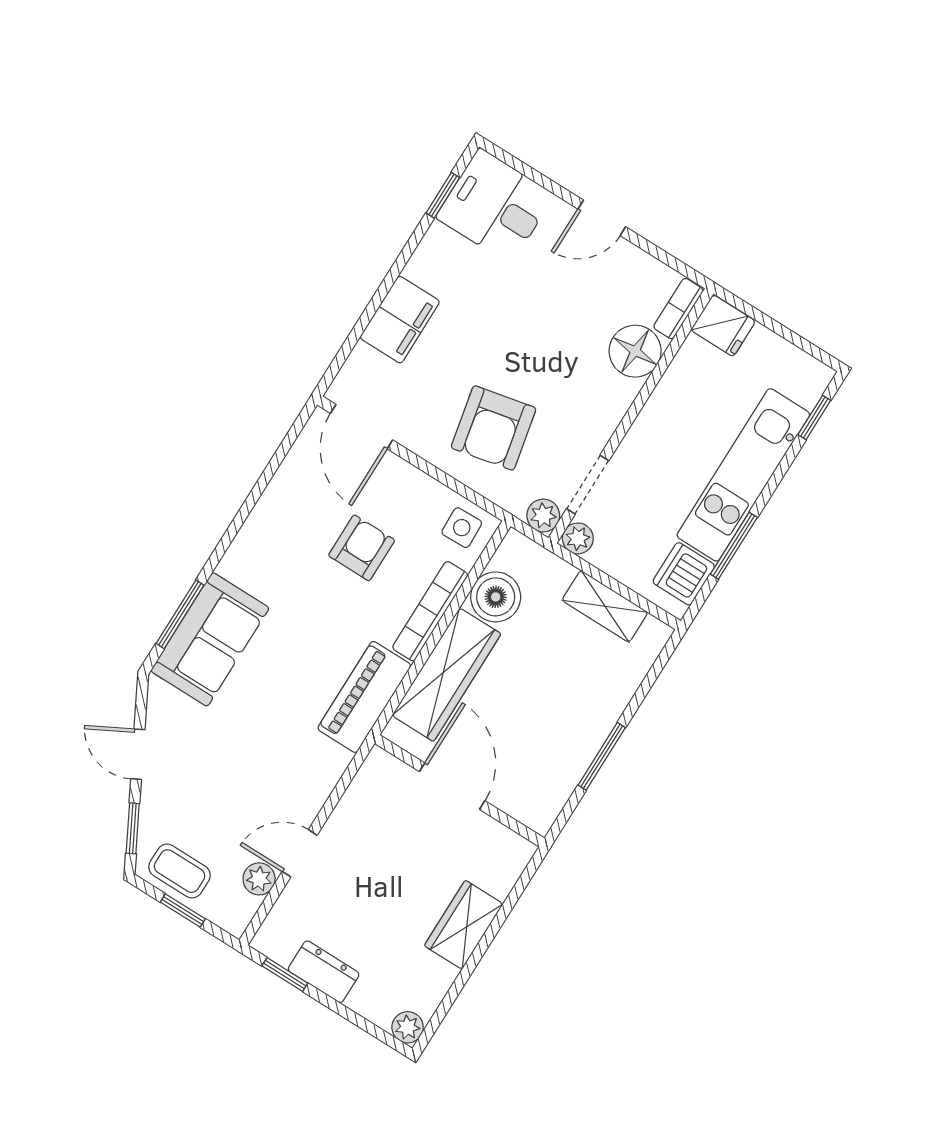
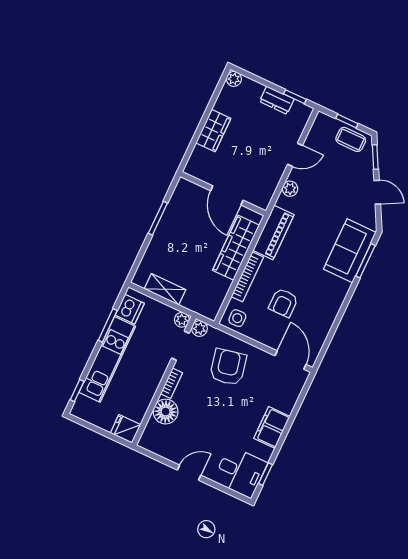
bookcase: (678, 309) -> (171, 383), moved
filing cabinet: (400, 320) -> (272, 427), moved
boiler: (496, 597) -> (217, 287), removed
plant: (259, 879) -> (290, 189), moved

